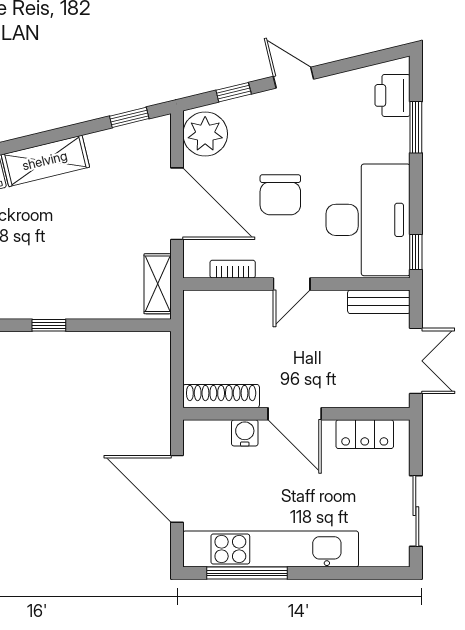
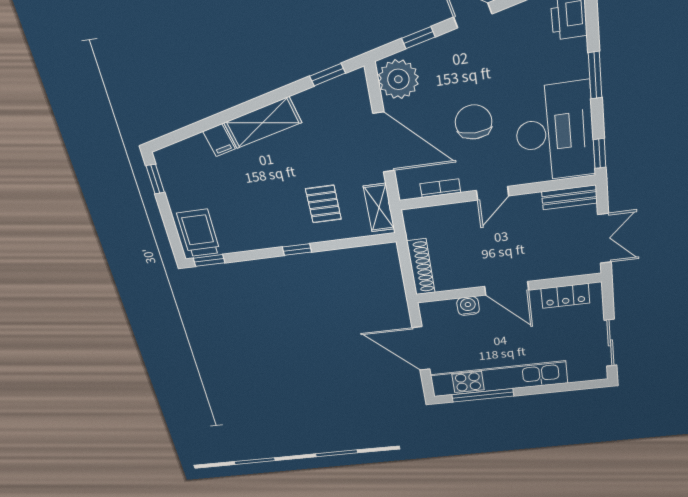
window: (416, 127) -> (595, 75), moved
chair: (280, 195) -> (474, 122), turned 180
pallet: (93, 270) -> (323, 204), added
shoe rack: (221, 396) -> (421, 267), moved, turned 90

